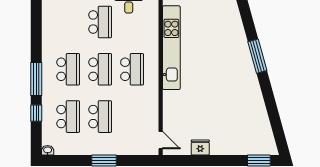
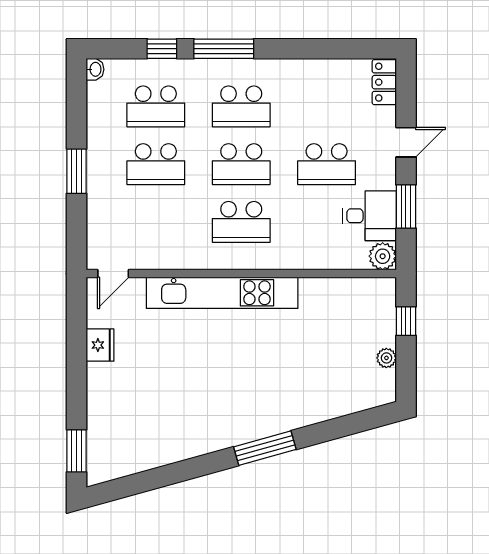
kitchen unit: (171, 48) -> (222, 293), moved

